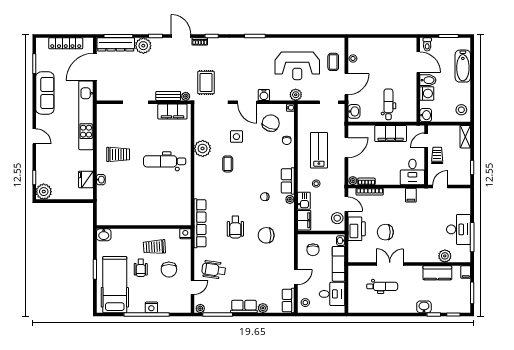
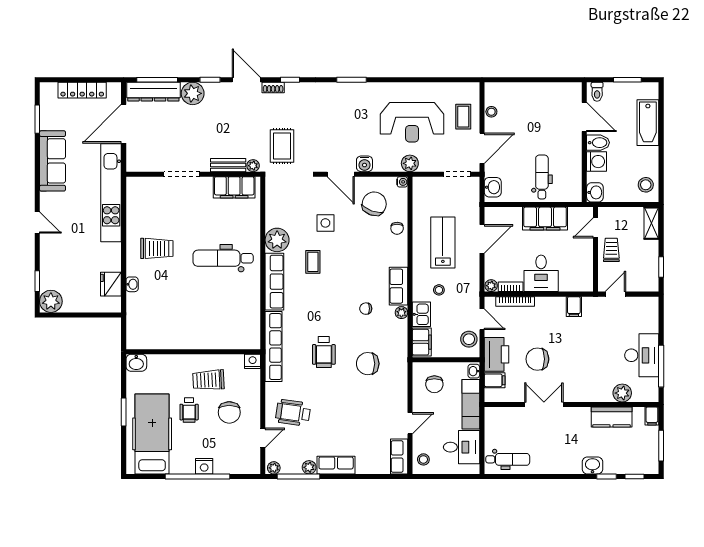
desk: (412, 172) -> (541, 273), moved
row of seats: (201, 178) -> (274, 282), added
filing cabinet: (355, 247) -> (495, 380), added
dental chair: (382, 286) -> (508, 459), moved
plant: (263, 308) -> (309, 467), moved

